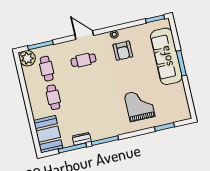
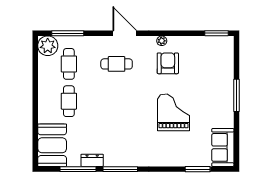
armchair: (123, 51) -> (168, 63), turned 180
sofa: (166, 56) -> (223, 147), moved, width x0.54, depth x0.79
grand piano: (139, 105) -> (174, 112), moved

